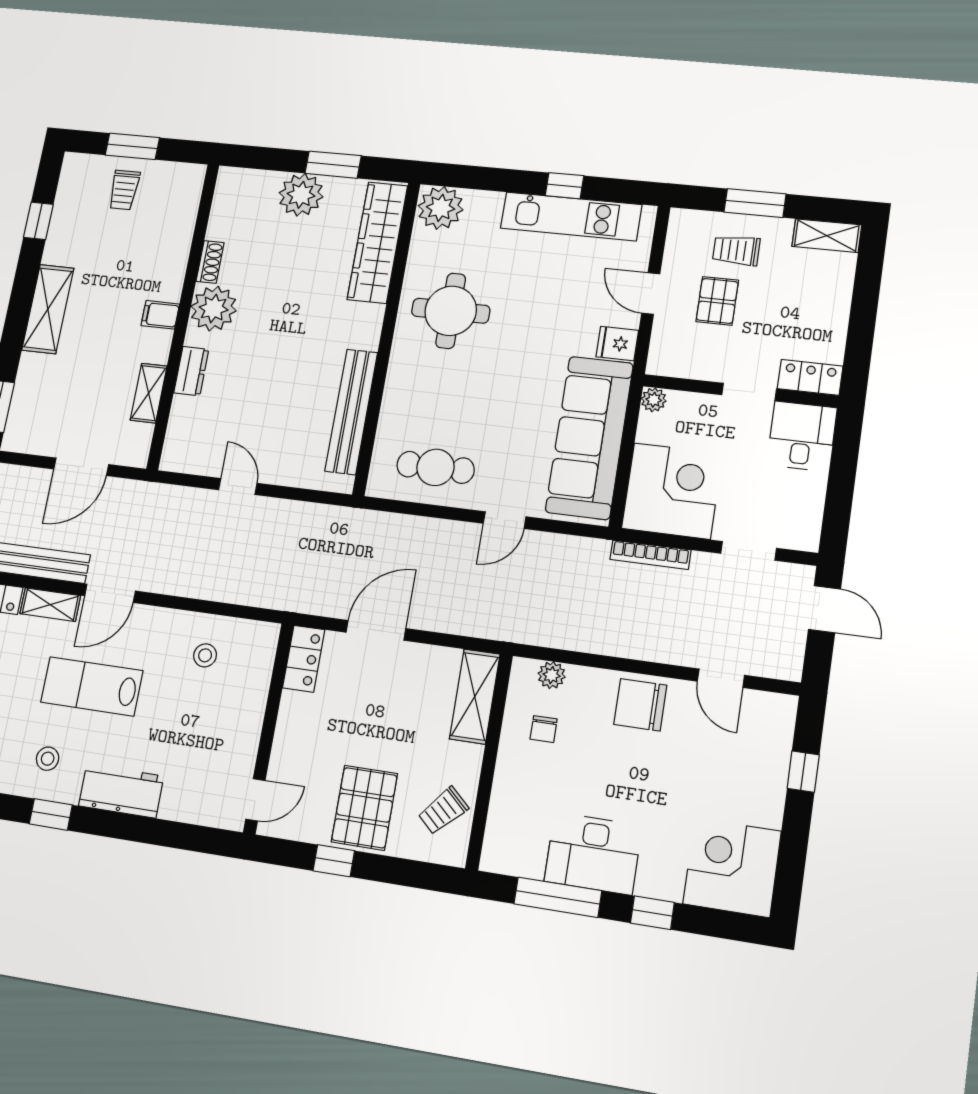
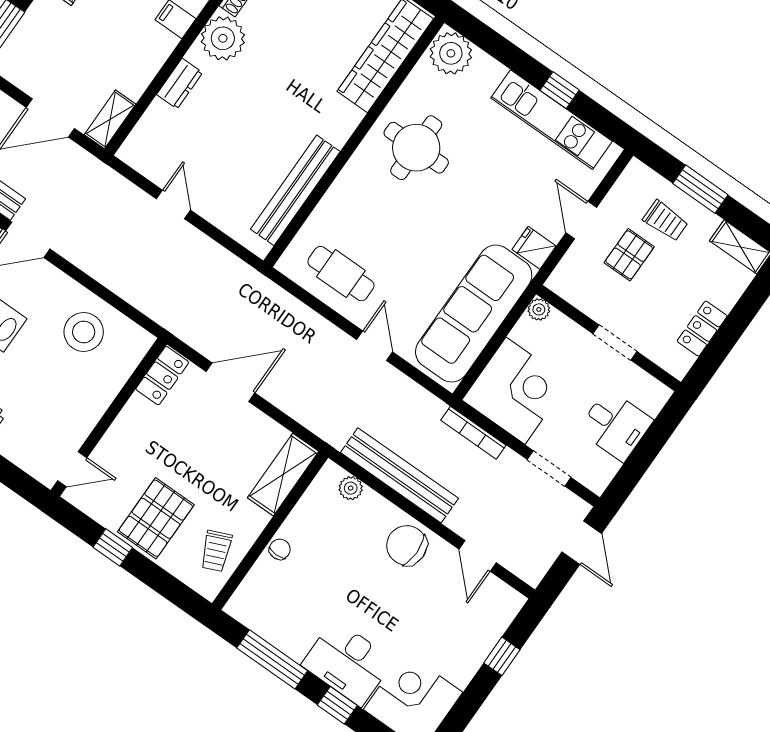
trolley: (736, 250) -> (665, 221), turned 180
locker: (810, 377) -> (702, 329), moved, turned -90
shelving: (149, 393) -> (110, 119), moved
desk: (802, 436) -> (615, 425), moved, turned 90
door: (505, 520) -> (375, 346), swing flipped
bench: (596, 637) -> (399, 475), added
stool: (205, 655) -> (84, 332), width x1.89, depth x1.89
chair: (544, 729) -> (280, 549), moved, turned 180
trolley: (443, 811) -> (216, 551), turned -66
desk: (593, 853) -> (348, 663), moved

